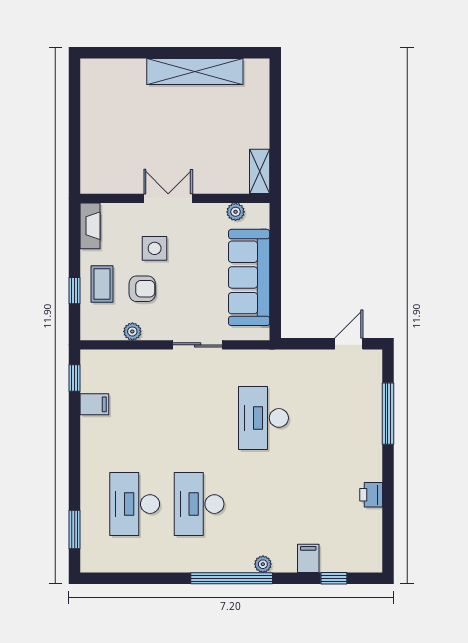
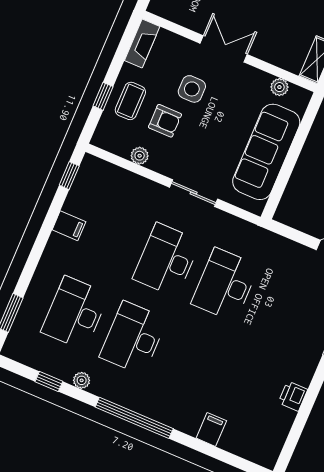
filing cabinet: (94, 404) -> (69, 226), moved
desk: (199, 418) -> (167, 260), added
plant: (263, 564) -> (82, 380), moved
window: (334, 578) -> (49, 382), moved

